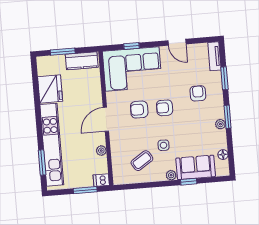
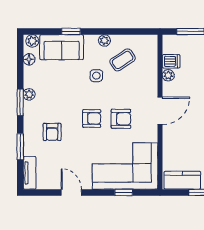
plant: (221, 171) -> (32, 41), added
plant: (171, 175) -> (104, 40), moved
dishwasher: (101, 180) -> (171, 61), moved

